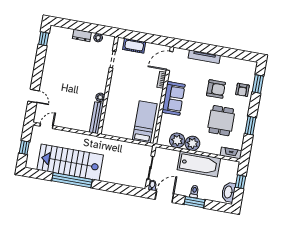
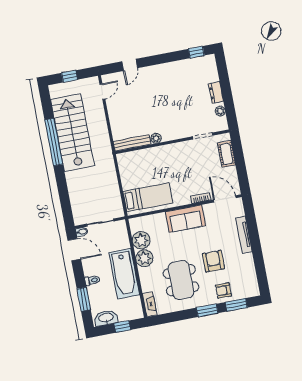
armchair: (216, 89) -> (213, 261), turned 180
dining table: (221, 121) -> (181, 280), width x1.37
door: (47, 126) -> (102, 92), hinge flipped
window: (250, 126) -> (207, 310), moved
window: (194, 202) -> (84, 299), moved

